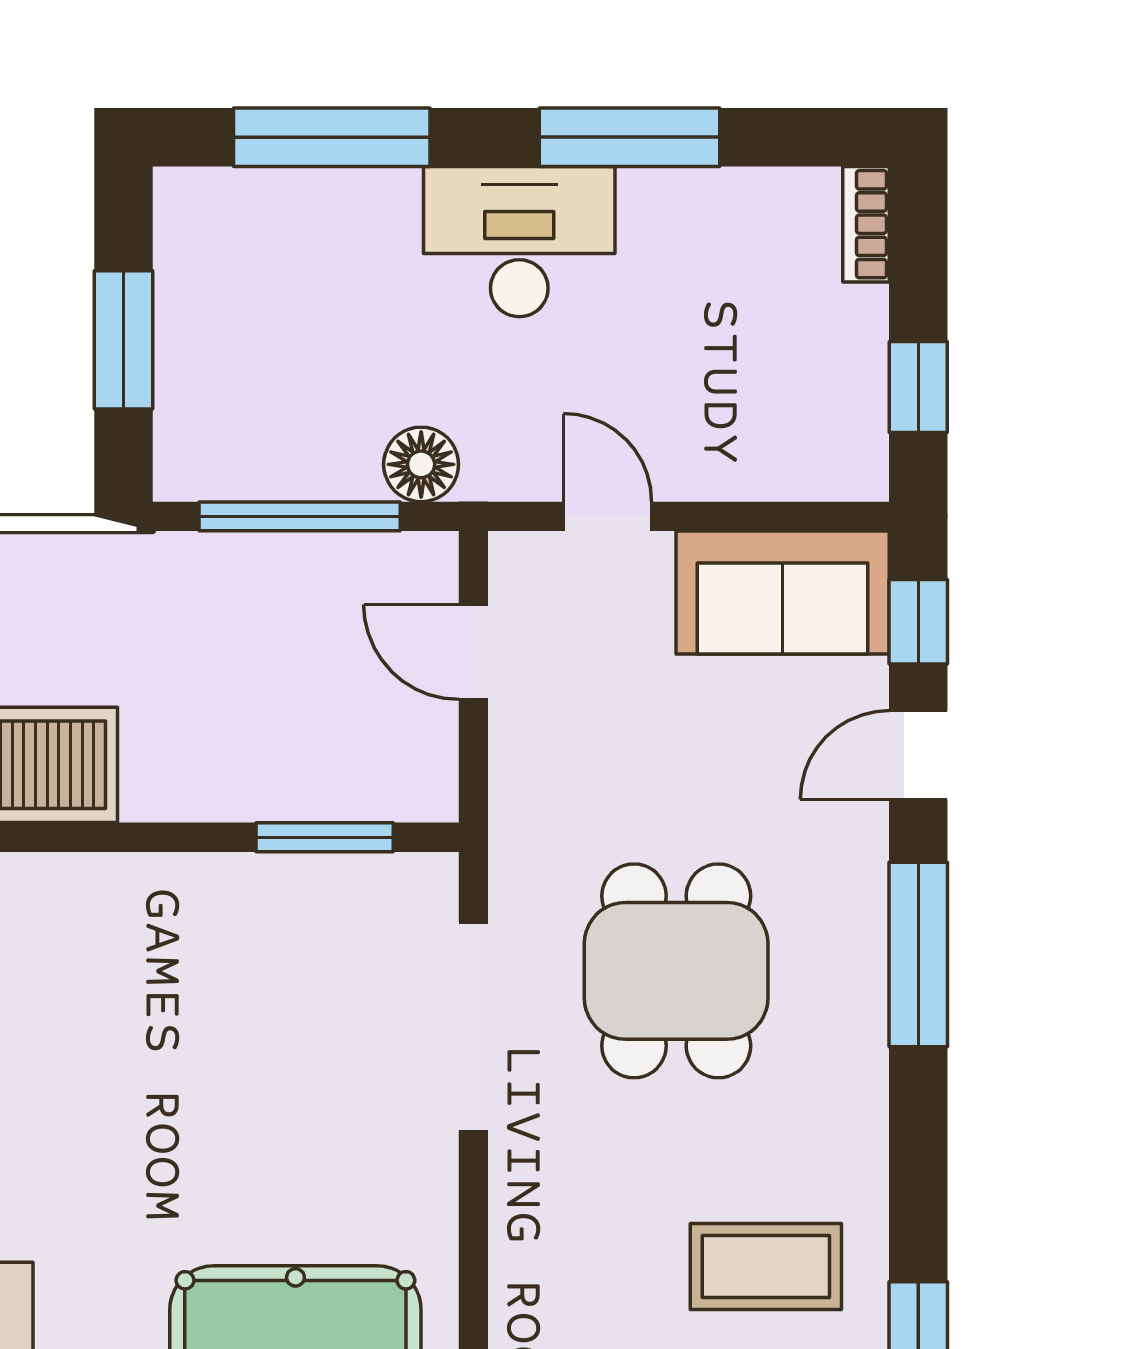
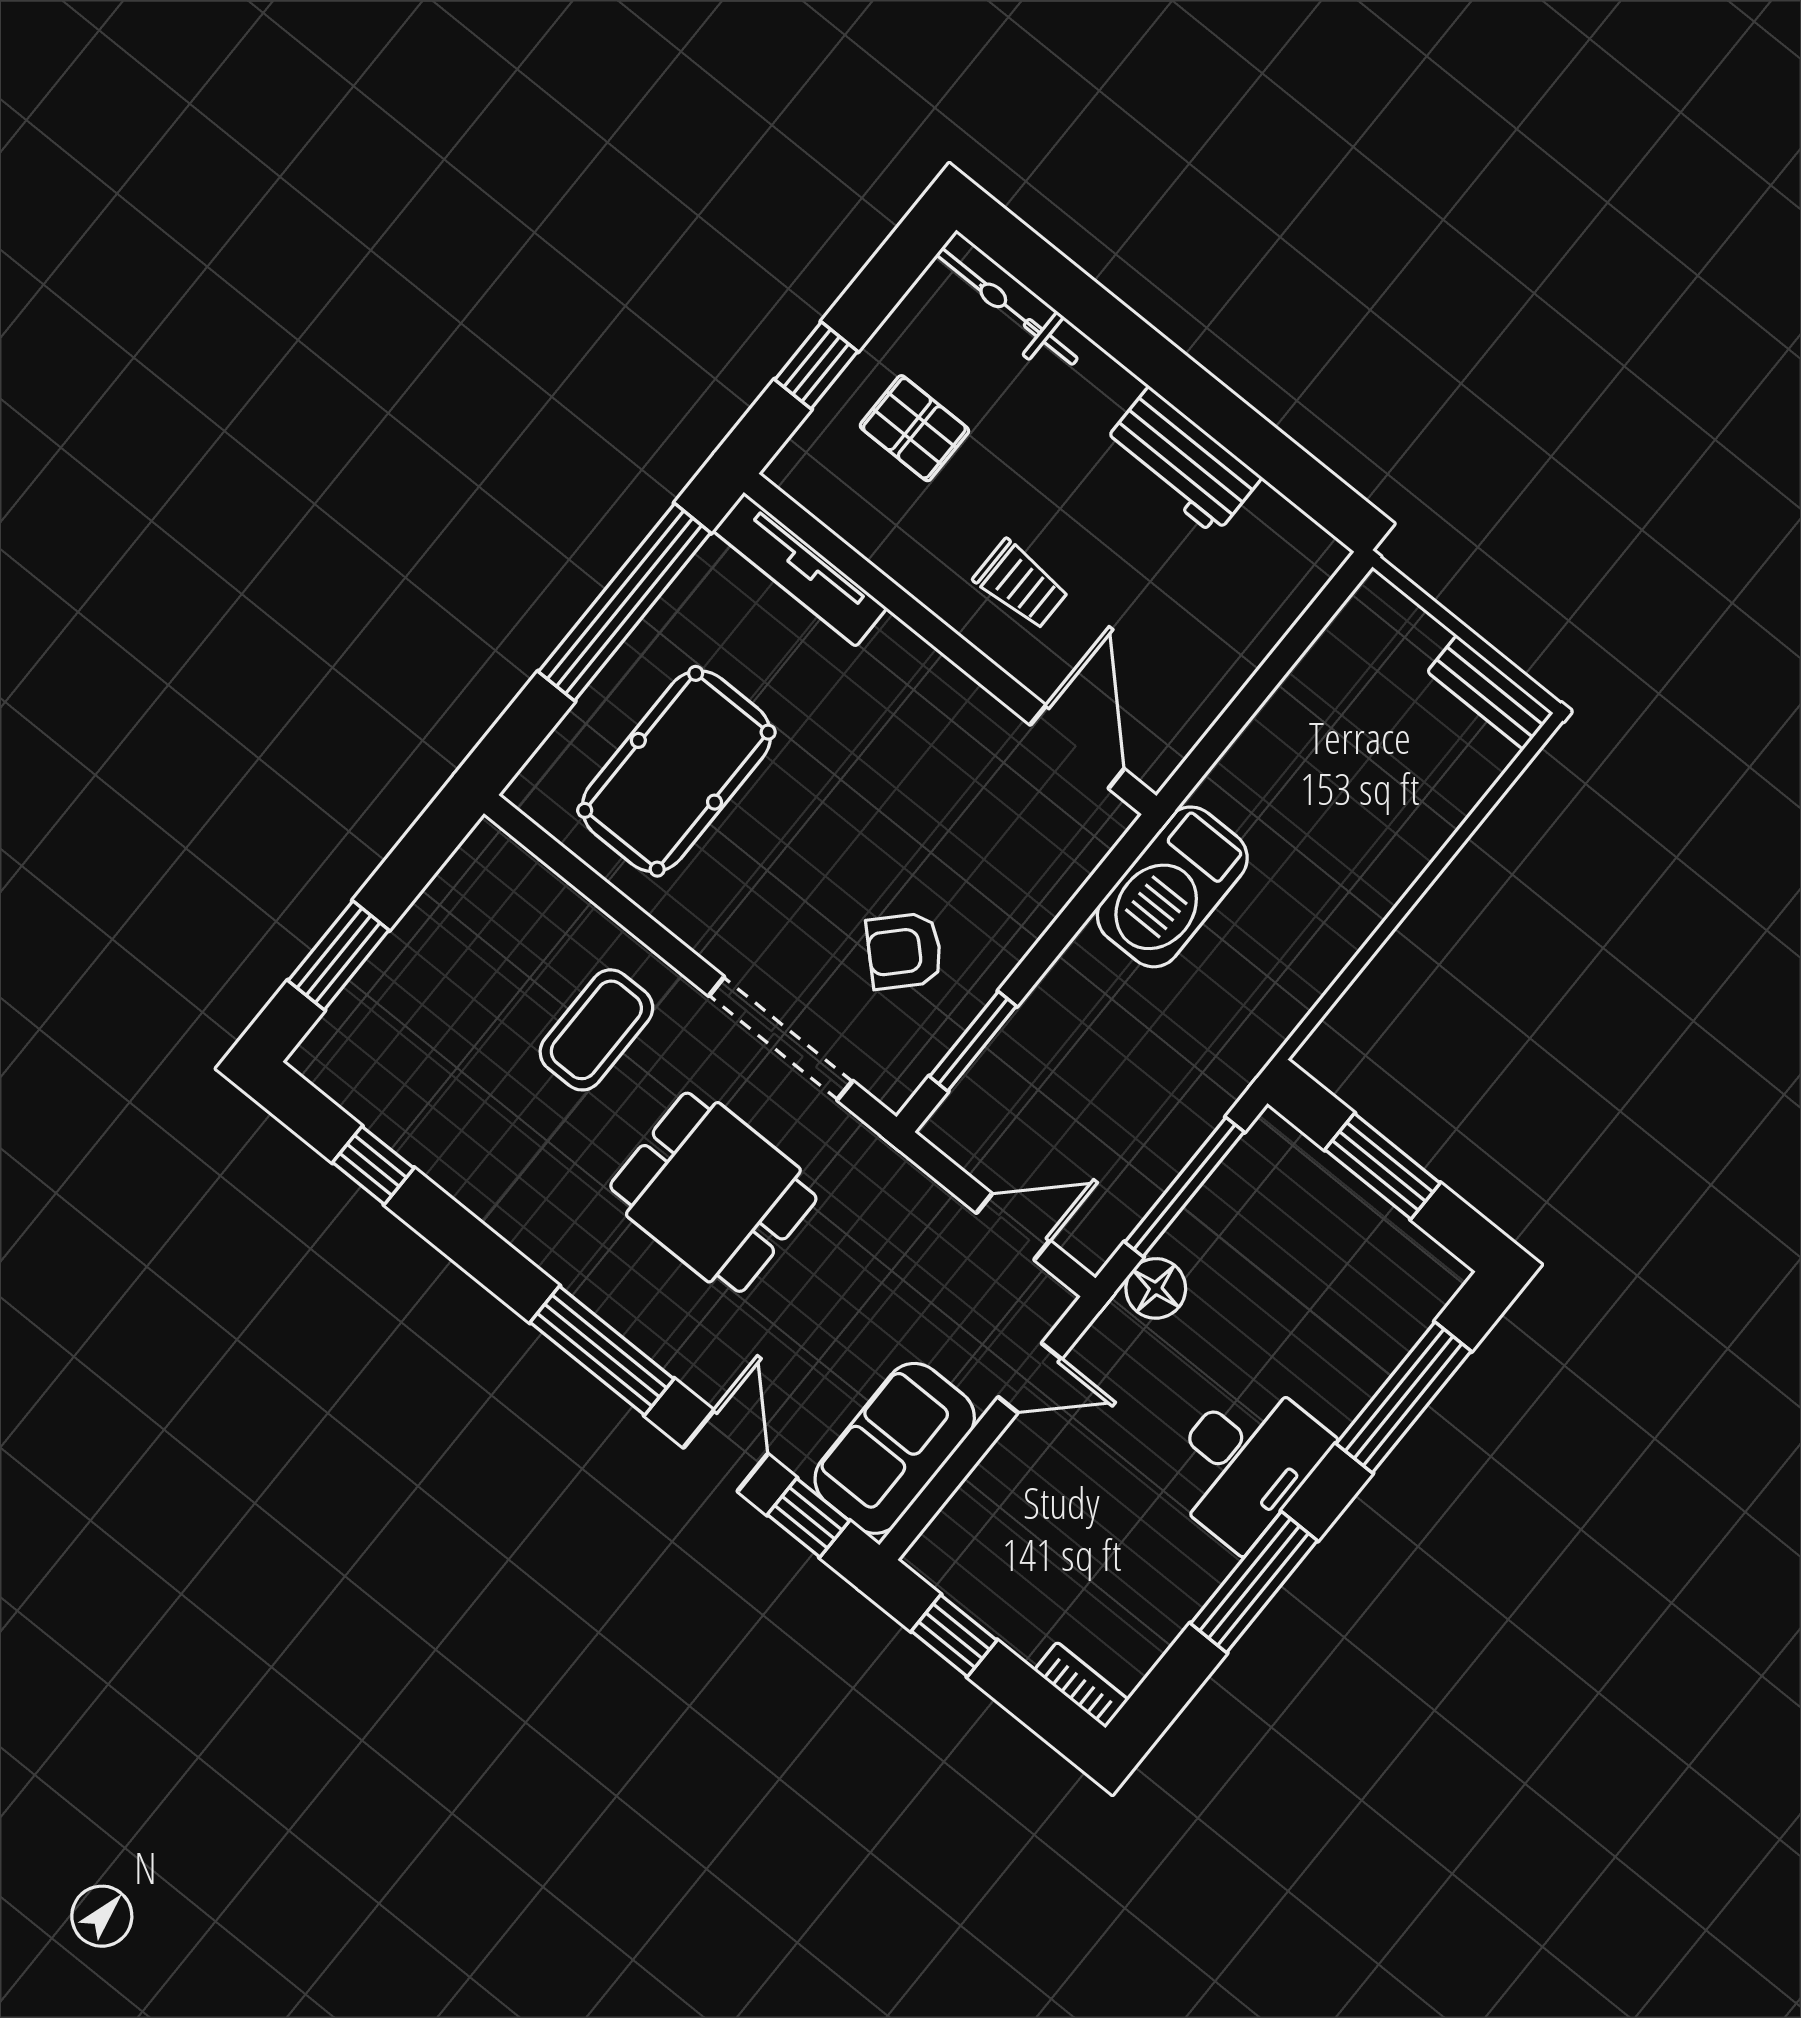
armchair: (291, 975) -> (904, 951), added
coffee table: (766, 1267) -> (596, 1030), moved

